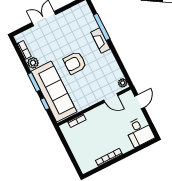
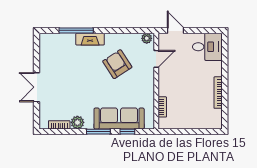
armchair: (75, 63) -> (117, 64), moved, turned 147
sofa: (54, 92) -> (119, 118), width x0.74, depth x0.79

